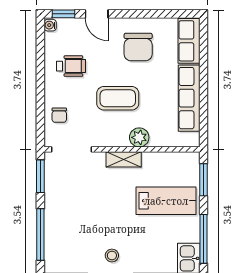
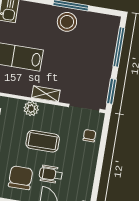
wheelchair: (71, 66) -> (51, 174), moved
stool: (112, 255) -> (67, 22), width x1.89, depth x1.89

